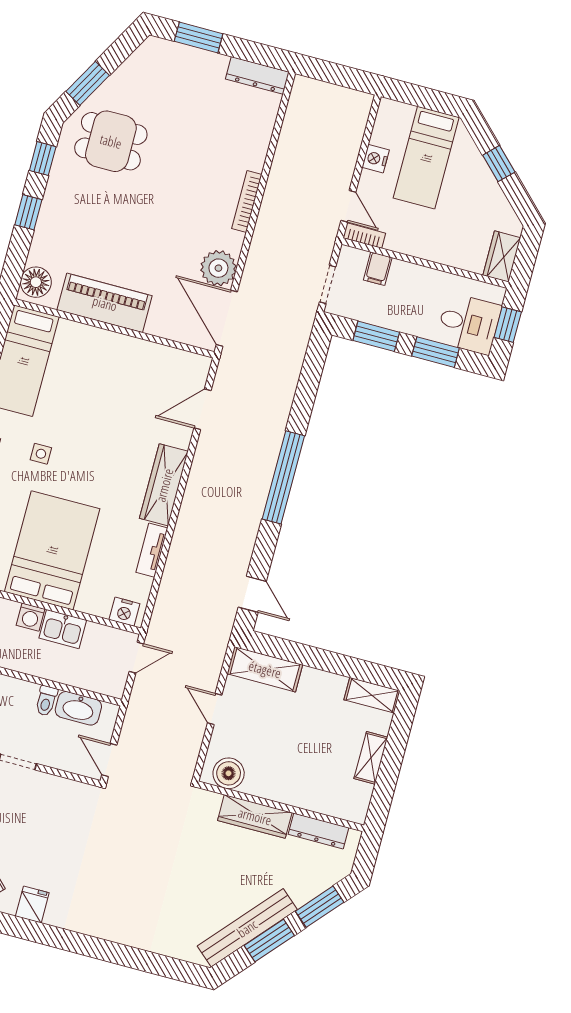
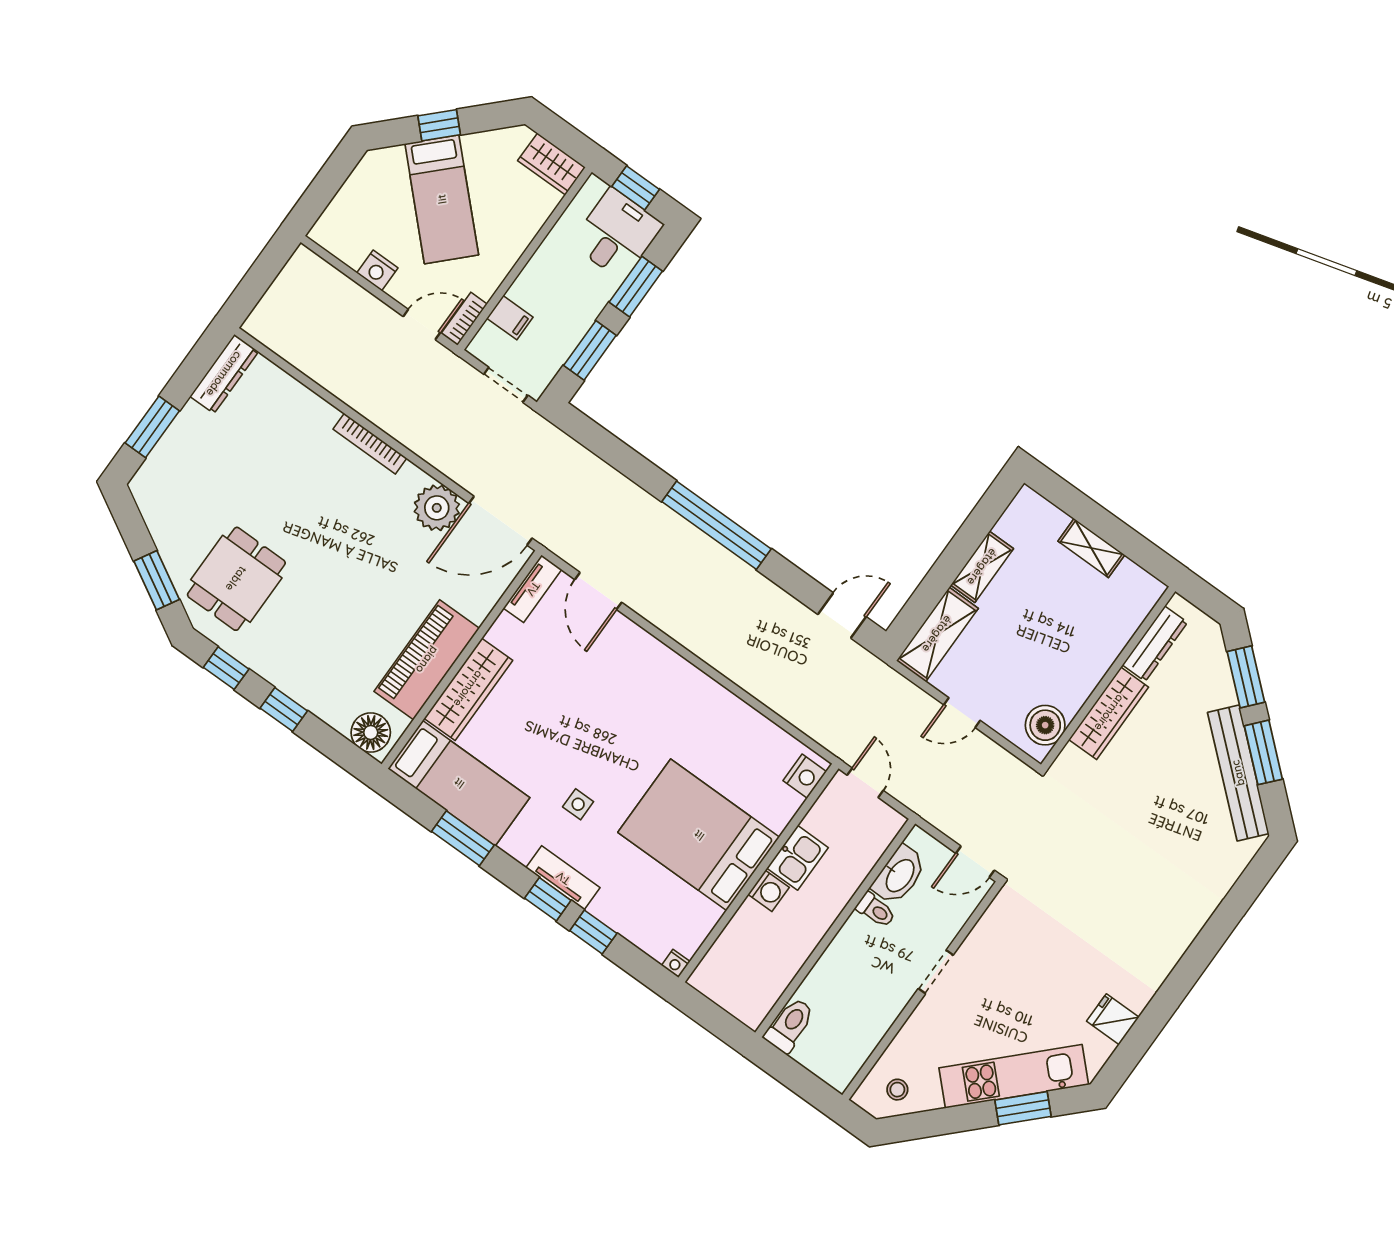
bed: (426, 158) -> (442, 199), moved, turned 45
wardrobe: (164, 485) -> (468, 689), moved, turned -90
tv unit: (152, 550) -> (533, 589), moved, turned -90
shelving: (372, 695) -> (982, 567), moved

